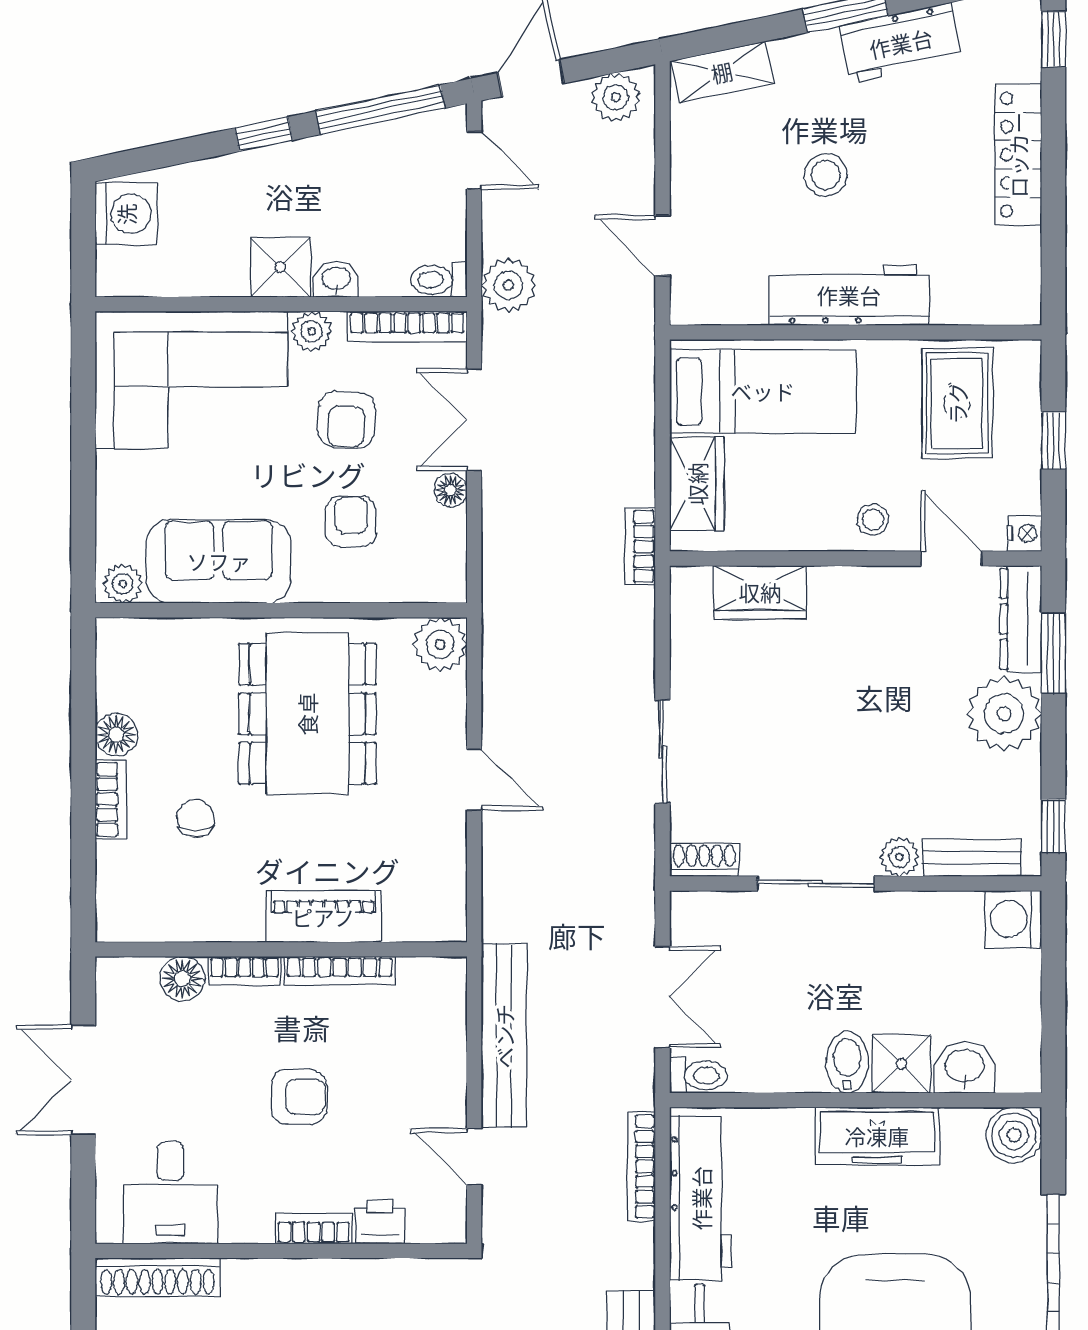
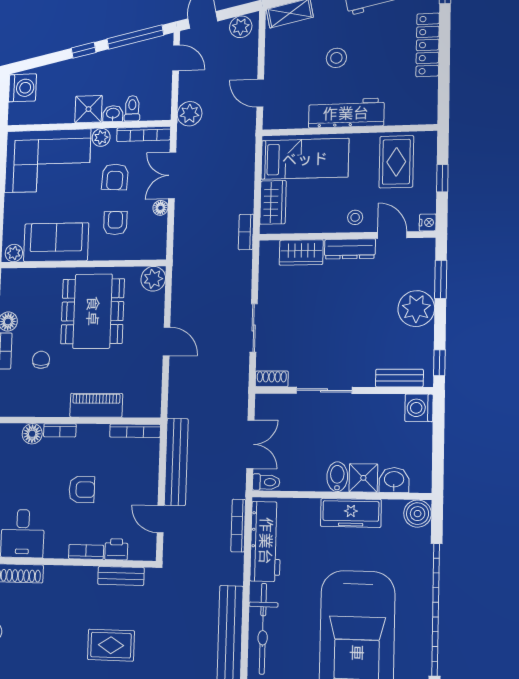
toilet: (439, 280) -> (132, 108), moved, turned 90
dresser: (1021, 619) -> (350, 249), moved, turned -90
plant: (899, 857) -> (364, 378), removed
bookcase: (340, 971) -> (135, 431), moved
bench: (392, 1277) -> (121, 576), added

